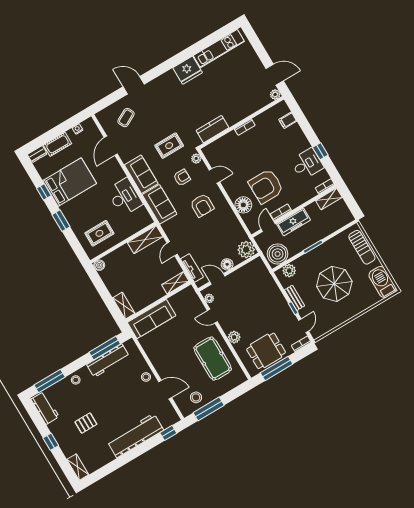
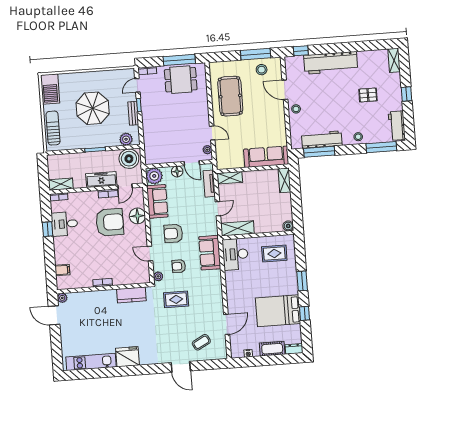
sofa: (141, 174) -> (157, 201), moved, turned 180
desk: (125, 197) -> (235, 254), moved
armchair: (202, 205) -> (173, 233), turned -90
plant: (234, 337) -> (202, 105), removed

